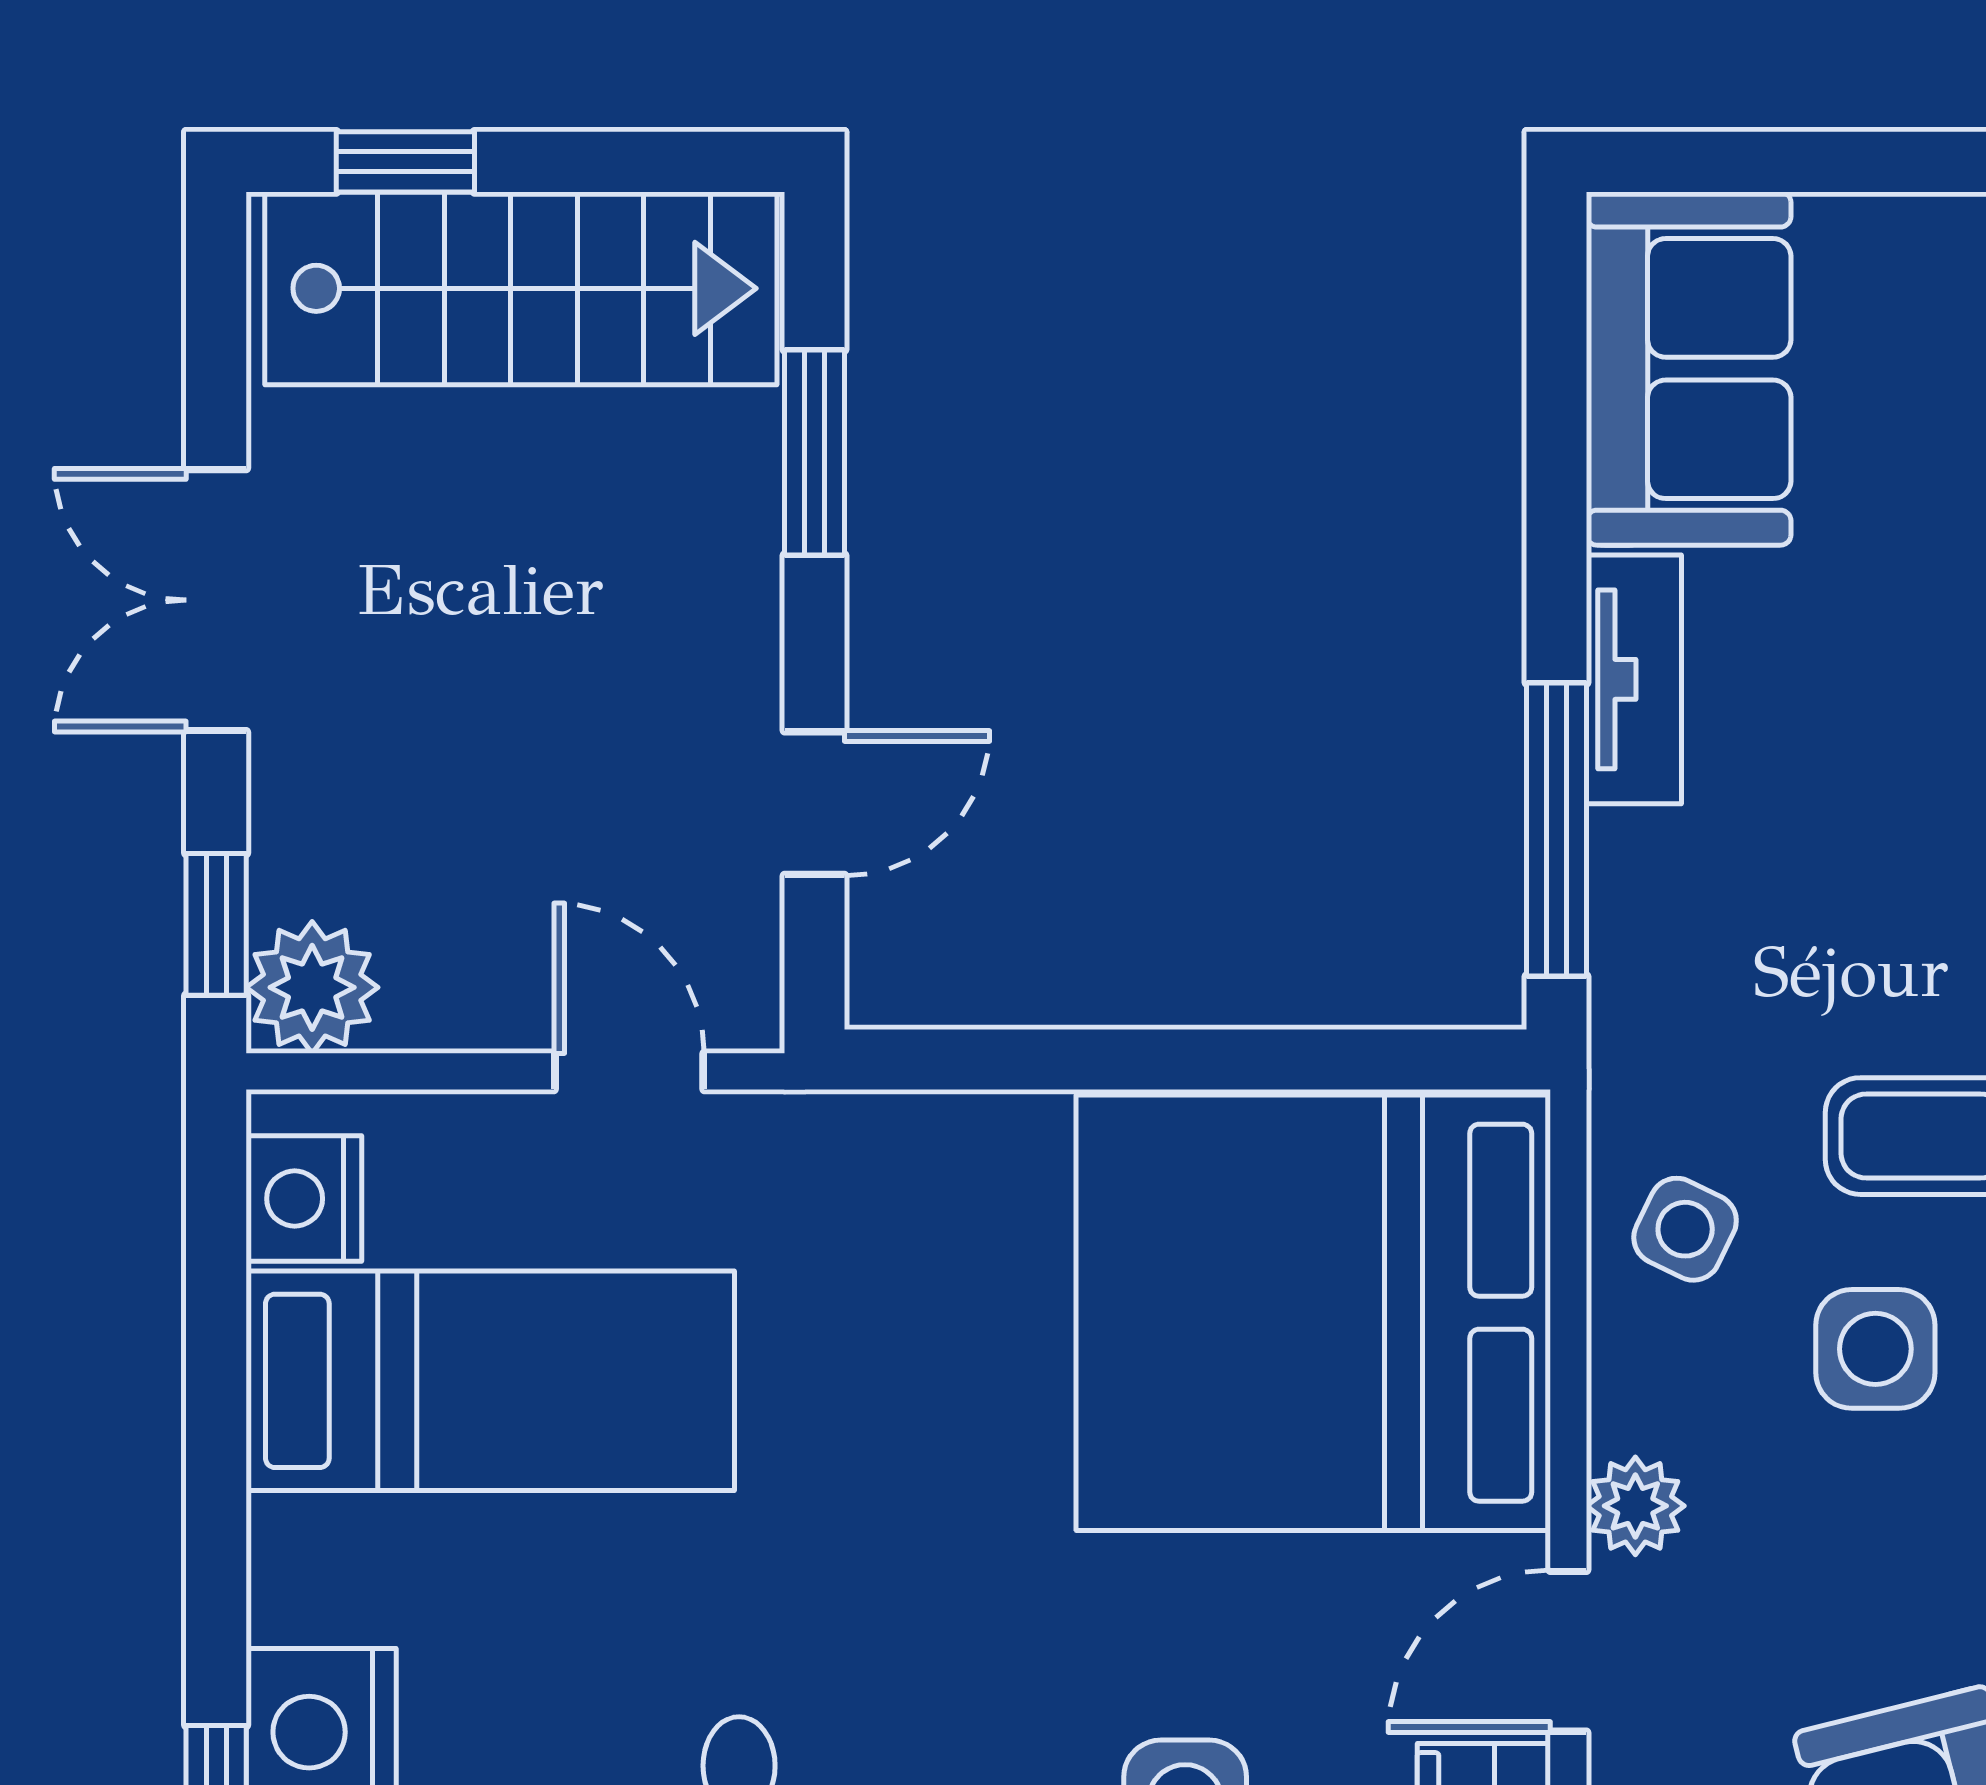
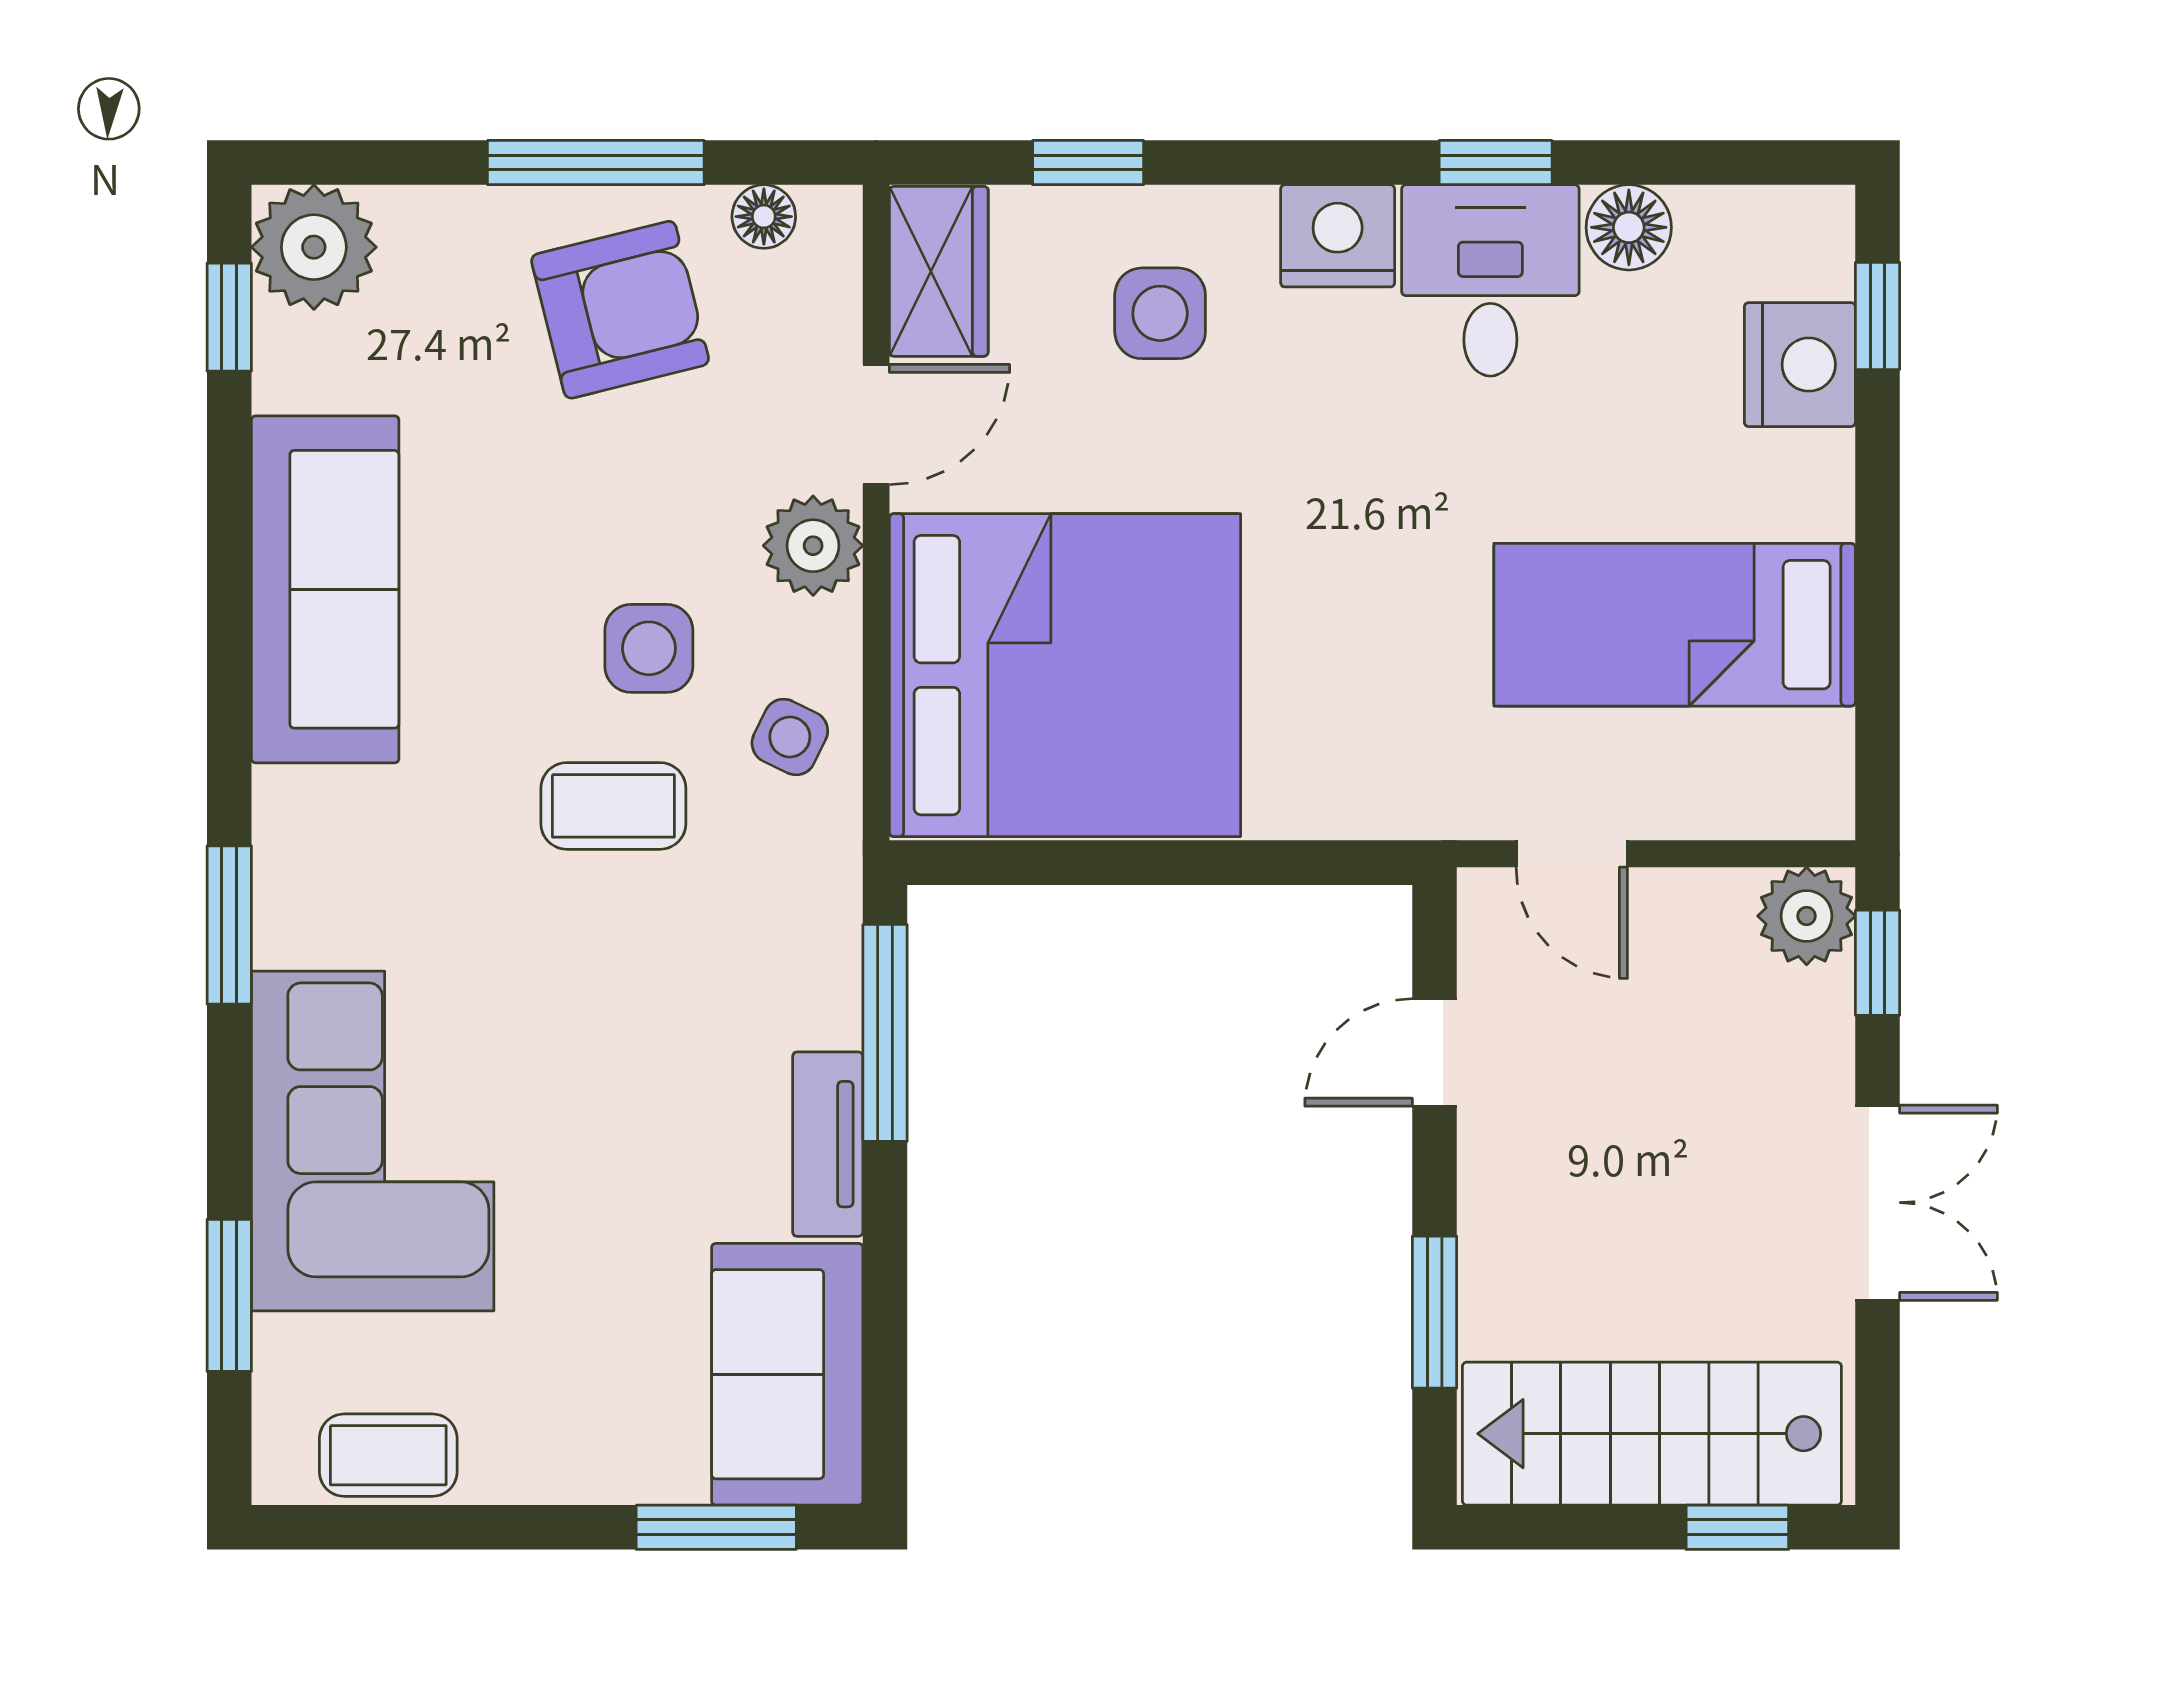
window: (1784, 162) -> (716, 1527), added
nightstand: (304, 1199) -> (1813, 760), removed
plant: (1635, 1506) -> (813, 546), width x1.38, depth x1.38

